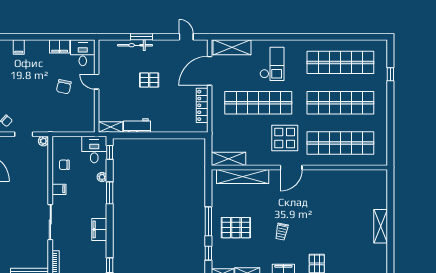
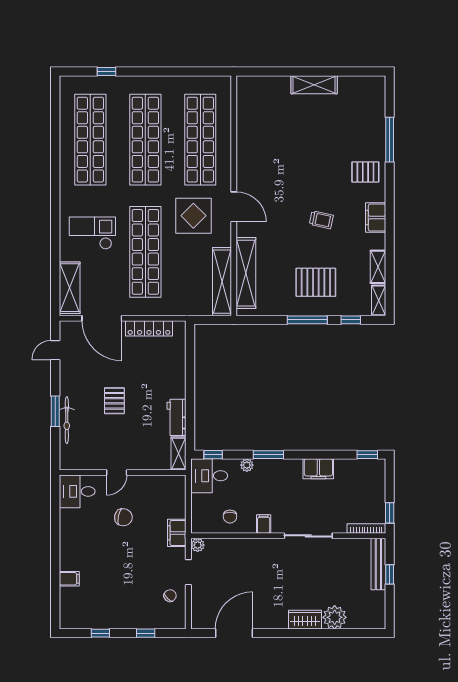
filing cabinet: (60, 46) -> (177, 533), moved, turned 180
shelving: (228, 159) -> (222, 282), width x1.47
pallet: (236, 228) -> (316, 282), turned 90

